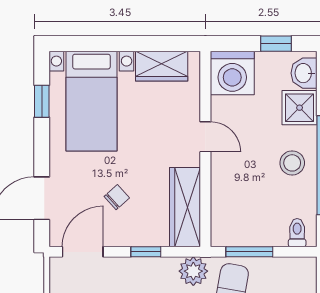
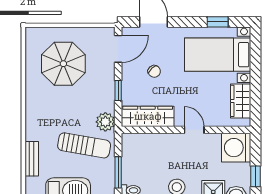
door: (205, 137) -> (194, 130), swing flipped
door: (83, 252) -> (118, 49), hinge flipped
window: (249, 252) -> (118, 172), moved

